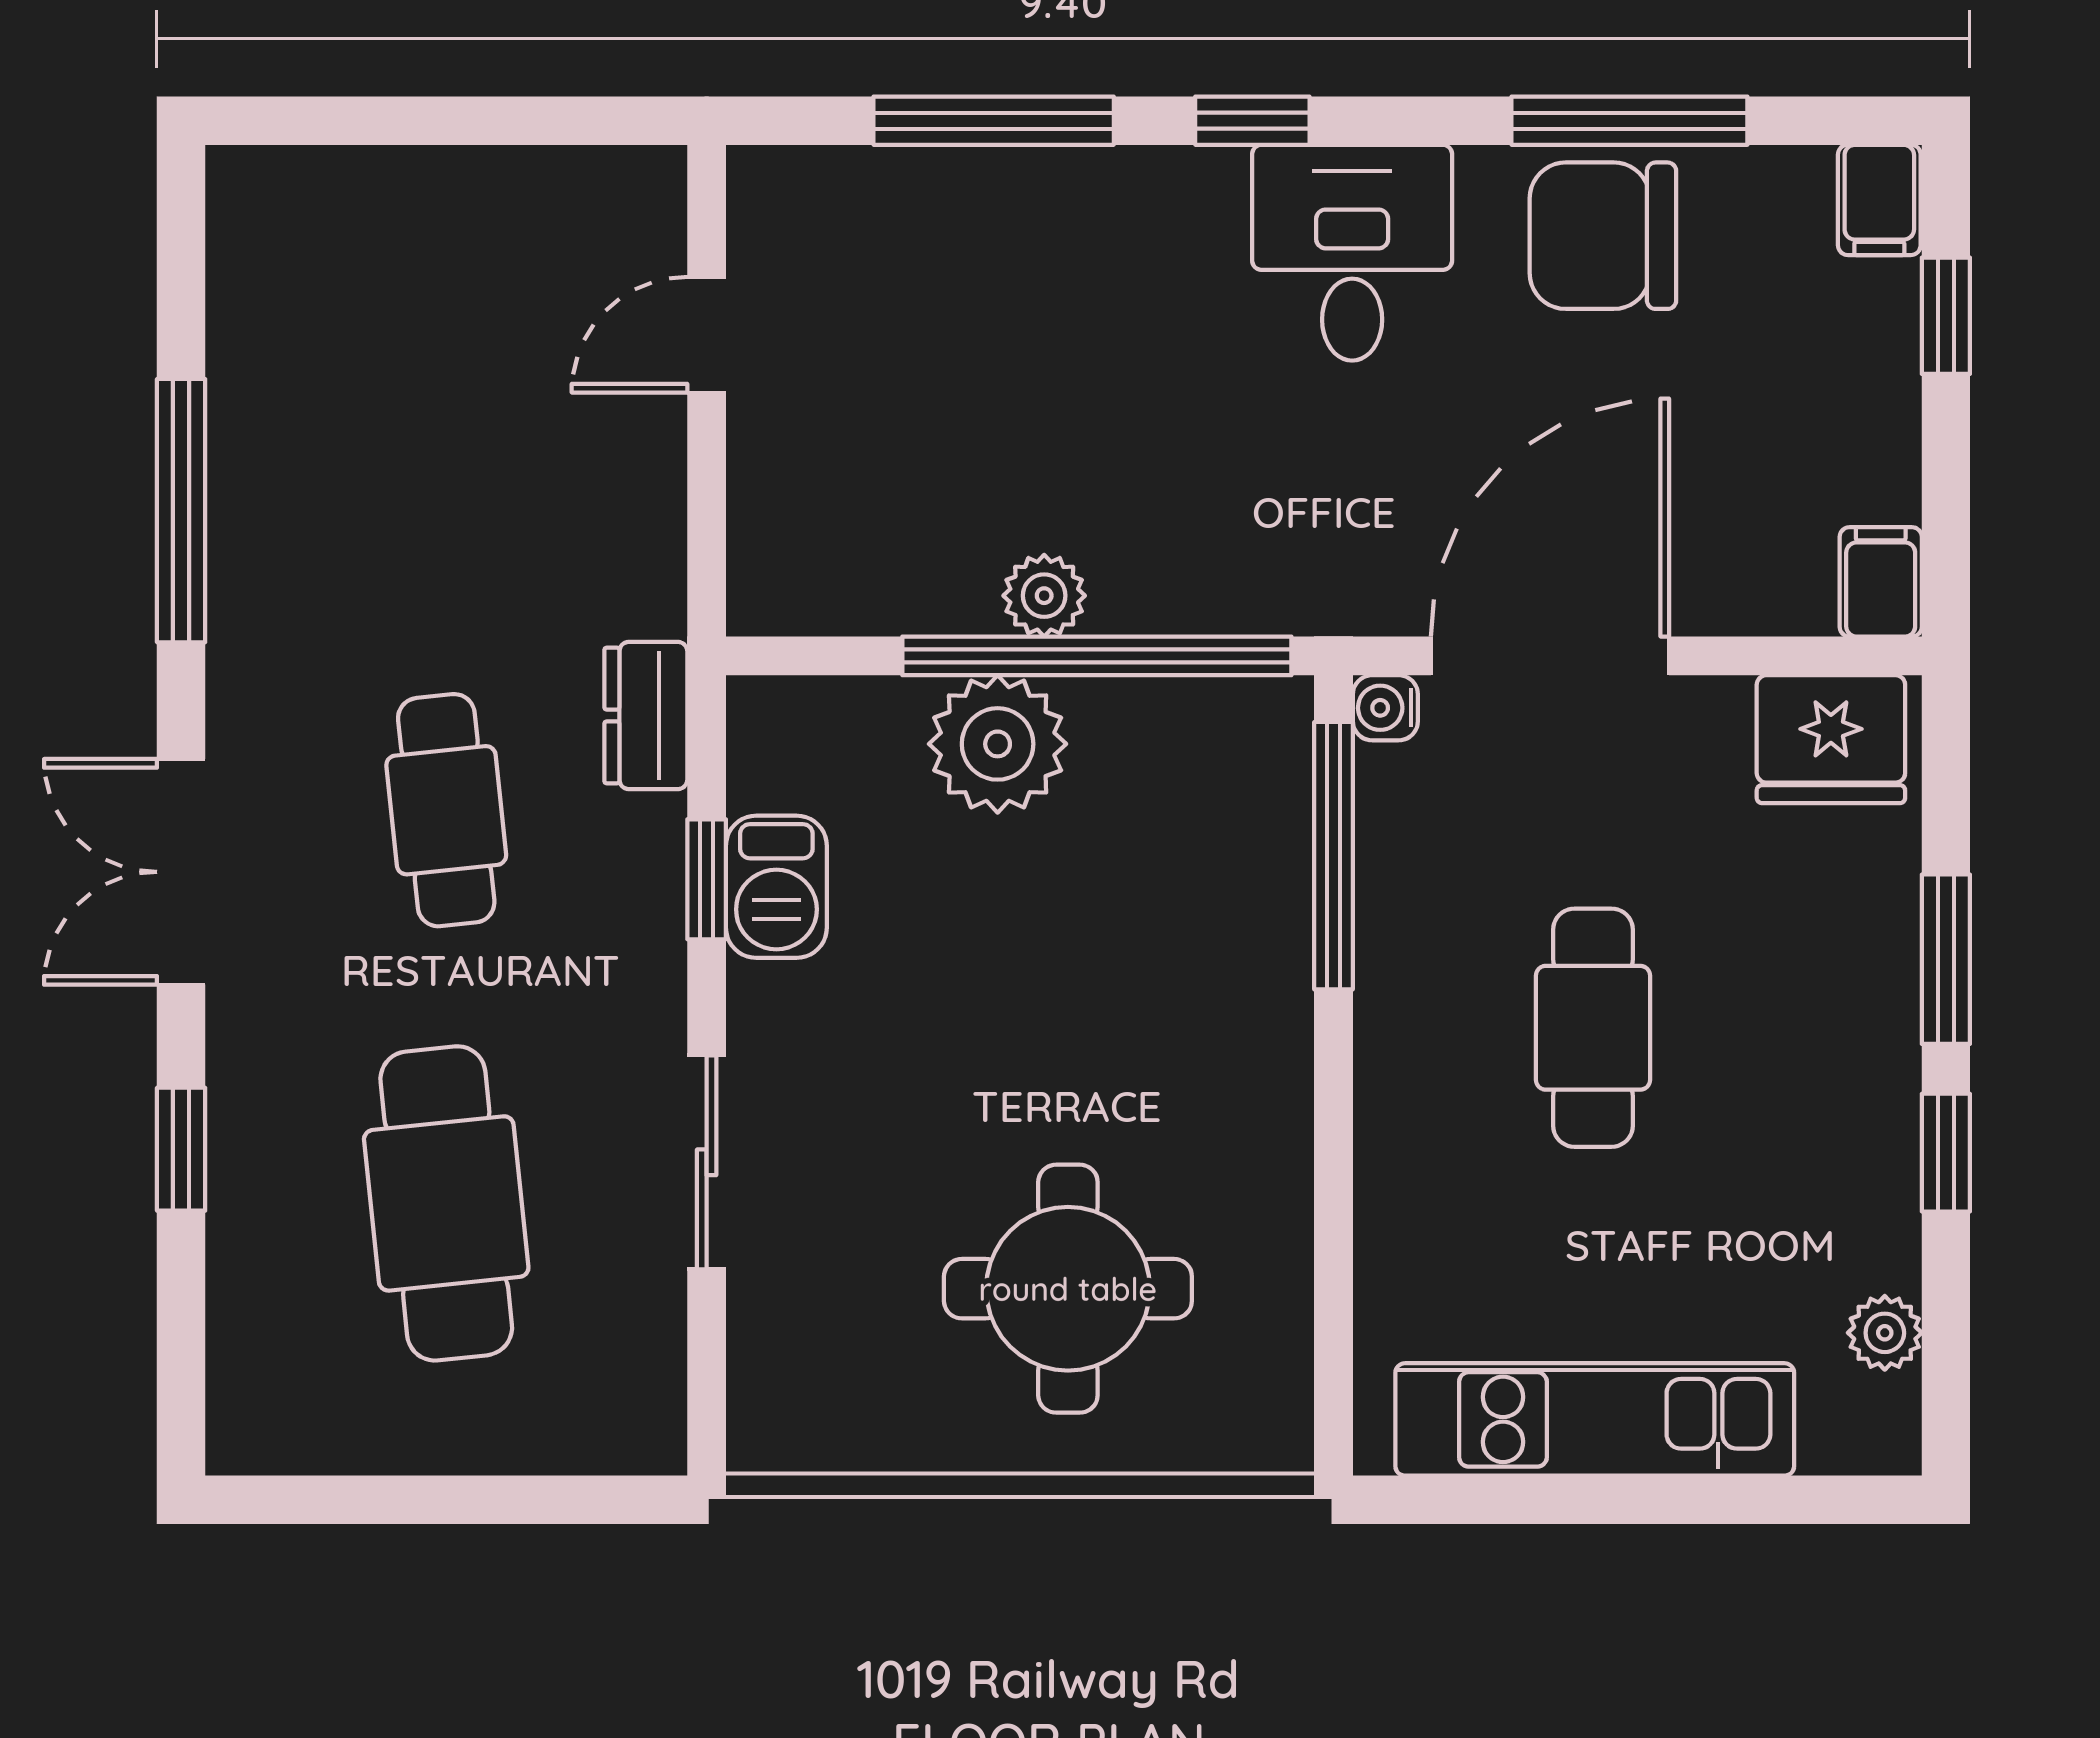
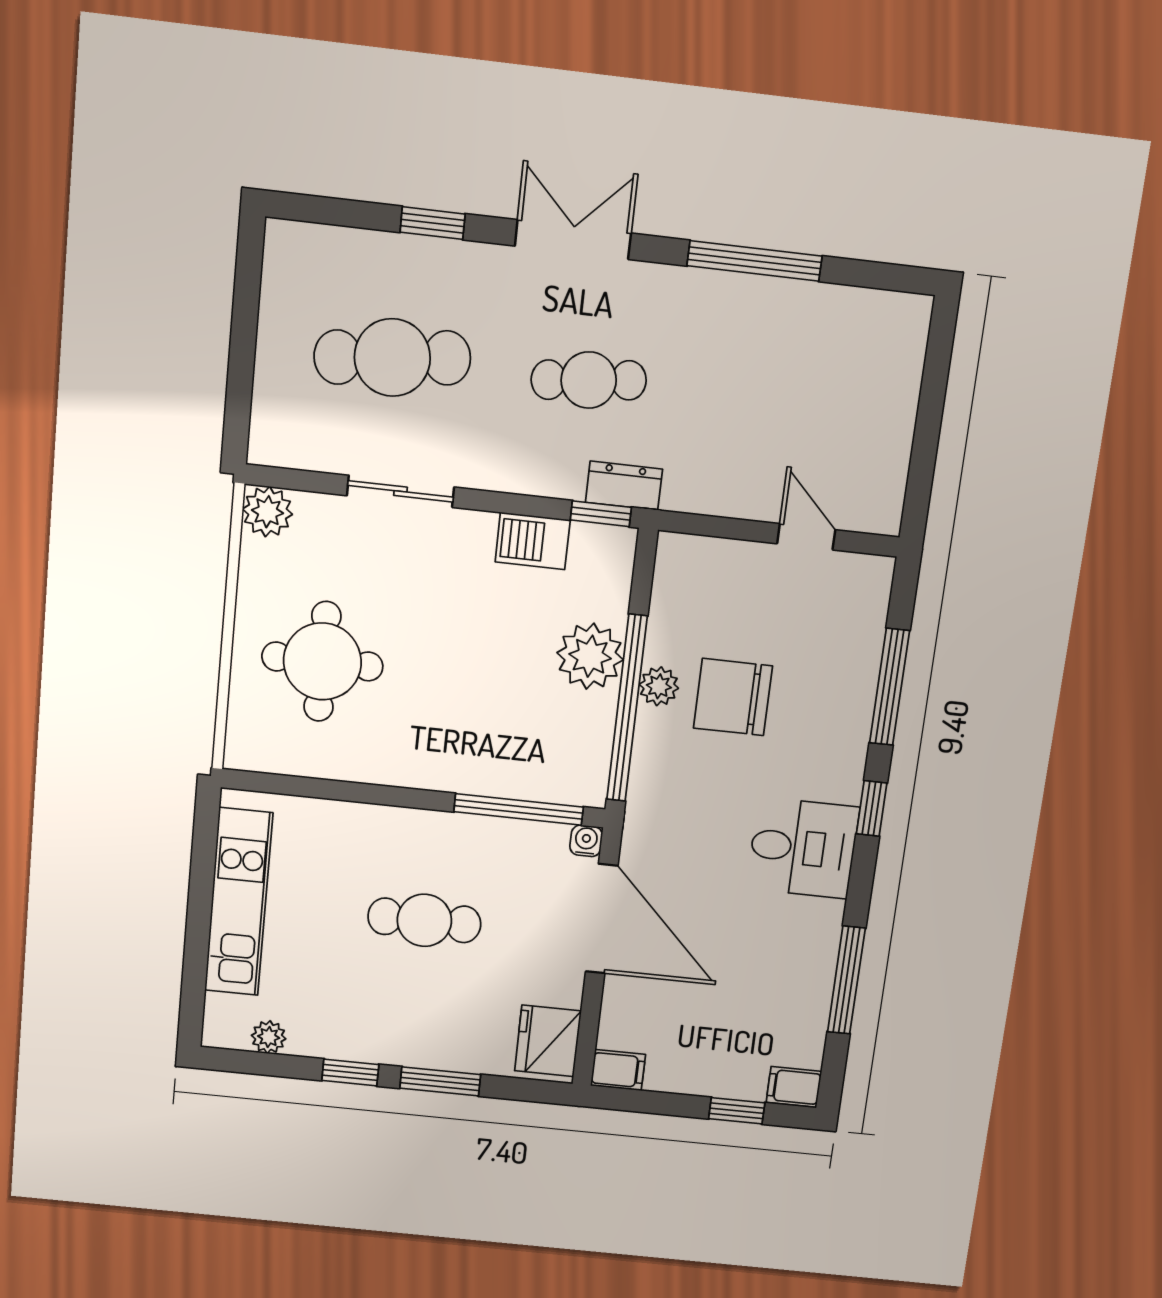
chair: (1603, 236) -> (733, 697), moved, turned -90
window: (707, 879) -> (601, 514), moved
plant: (777, 1425) -> (267, 512), added

